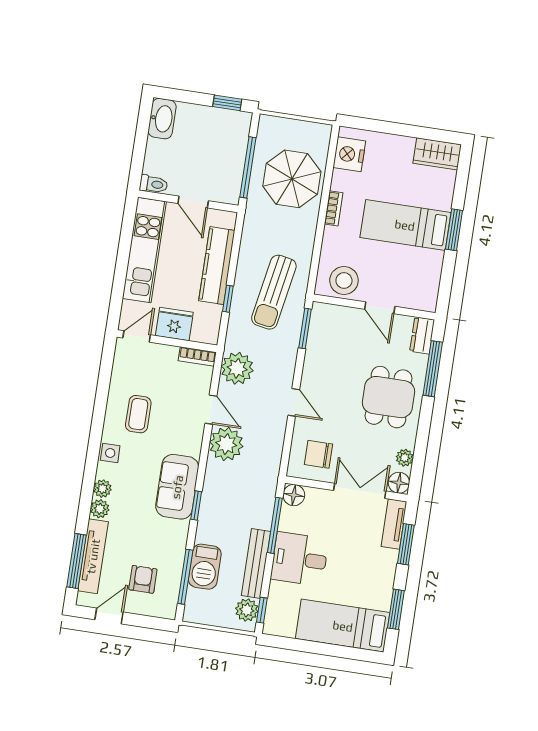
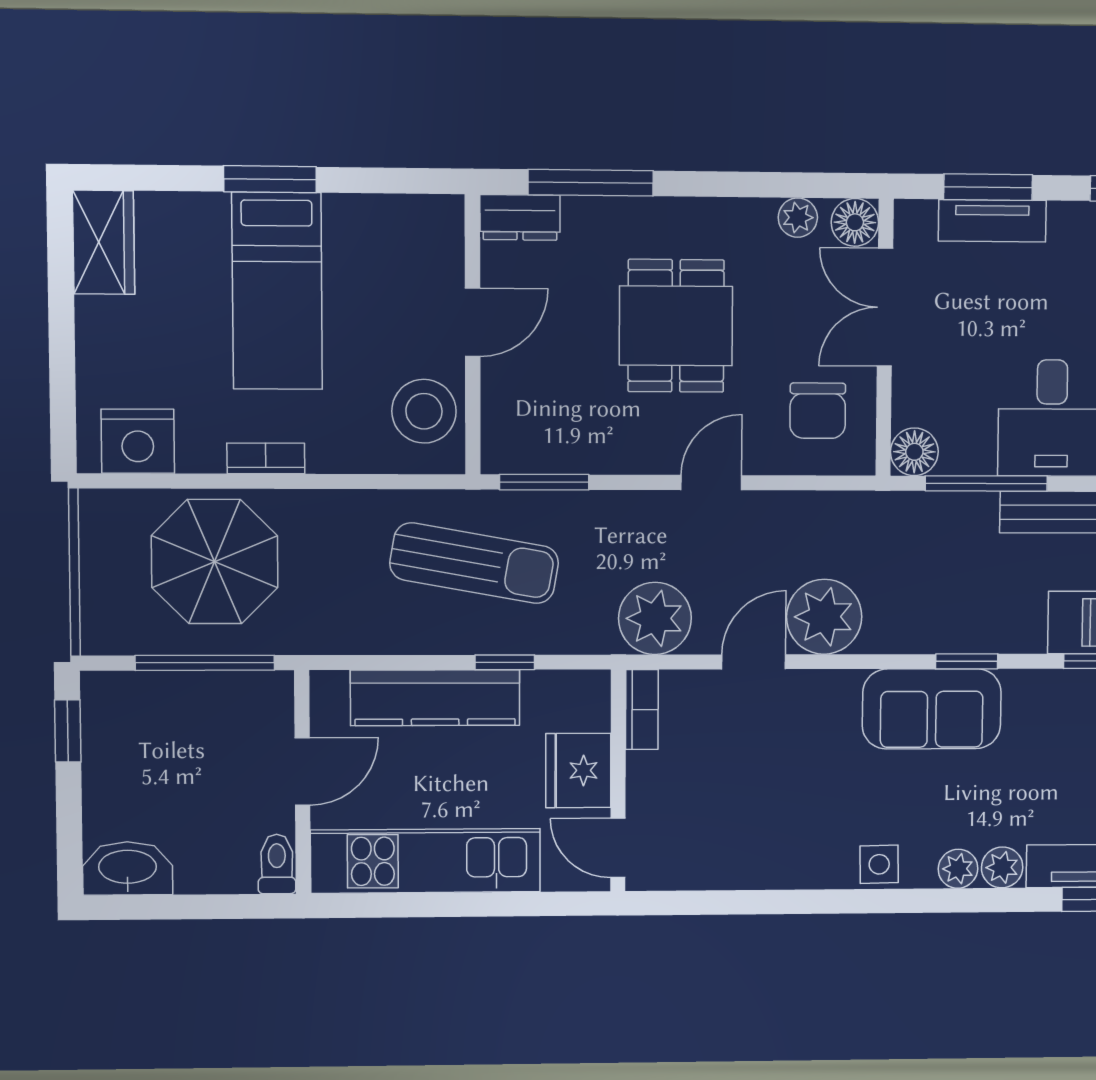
dining table: (388, 397) -> (676, 326), moved, turned 90
coffee table: (138, 414) -> (786, 817), removed
tv unit: (394, 524) -> (992, 221), moved

